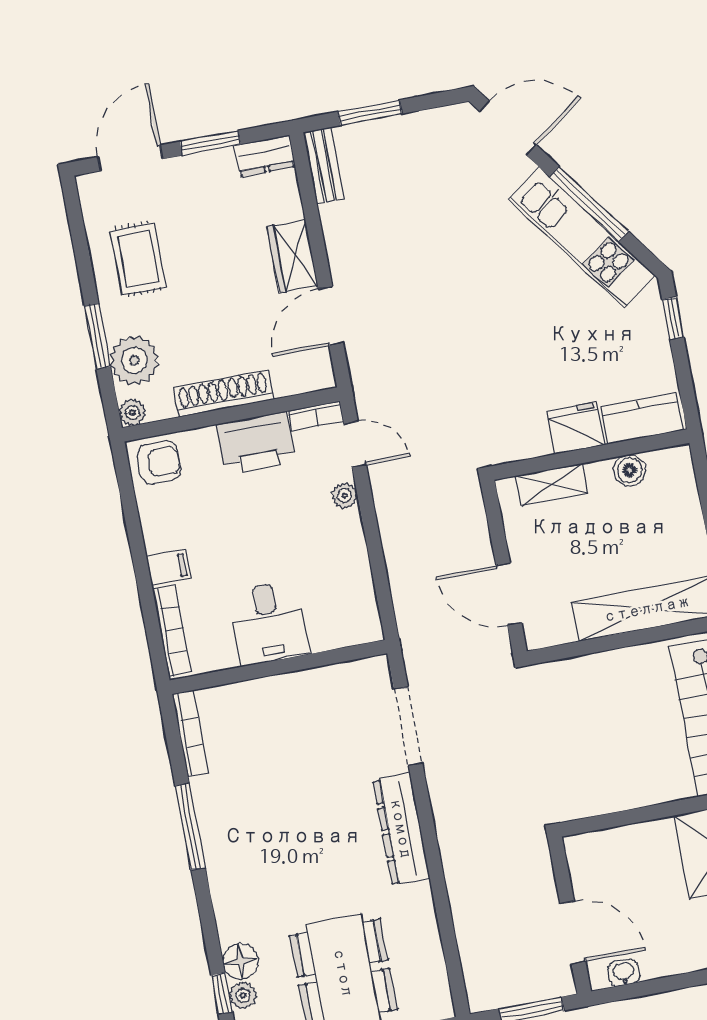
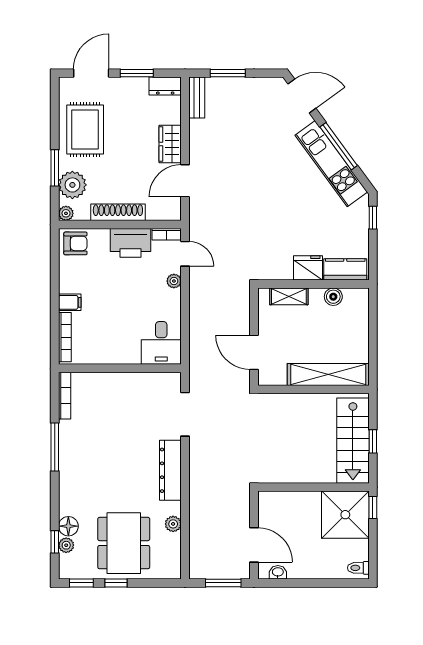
rug: (138, 259) -> (85, 129), width x1.36, depth x1.43
desk: (269, 623) -> (161, 343), moved
plant: (424, 923) -> (173, 524), added

